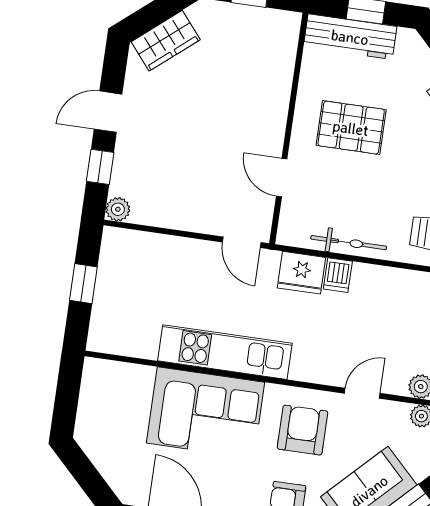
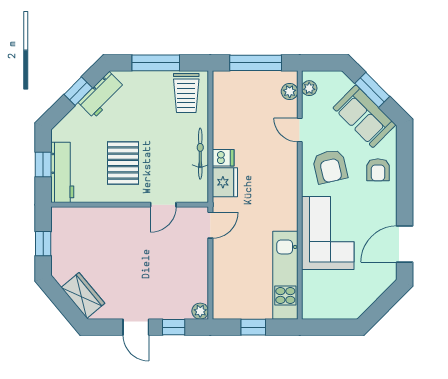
kitchen unit: (225, 352) -> (285, 275), moved
armchair: (302, 430) -> (330, 166), turned -103

